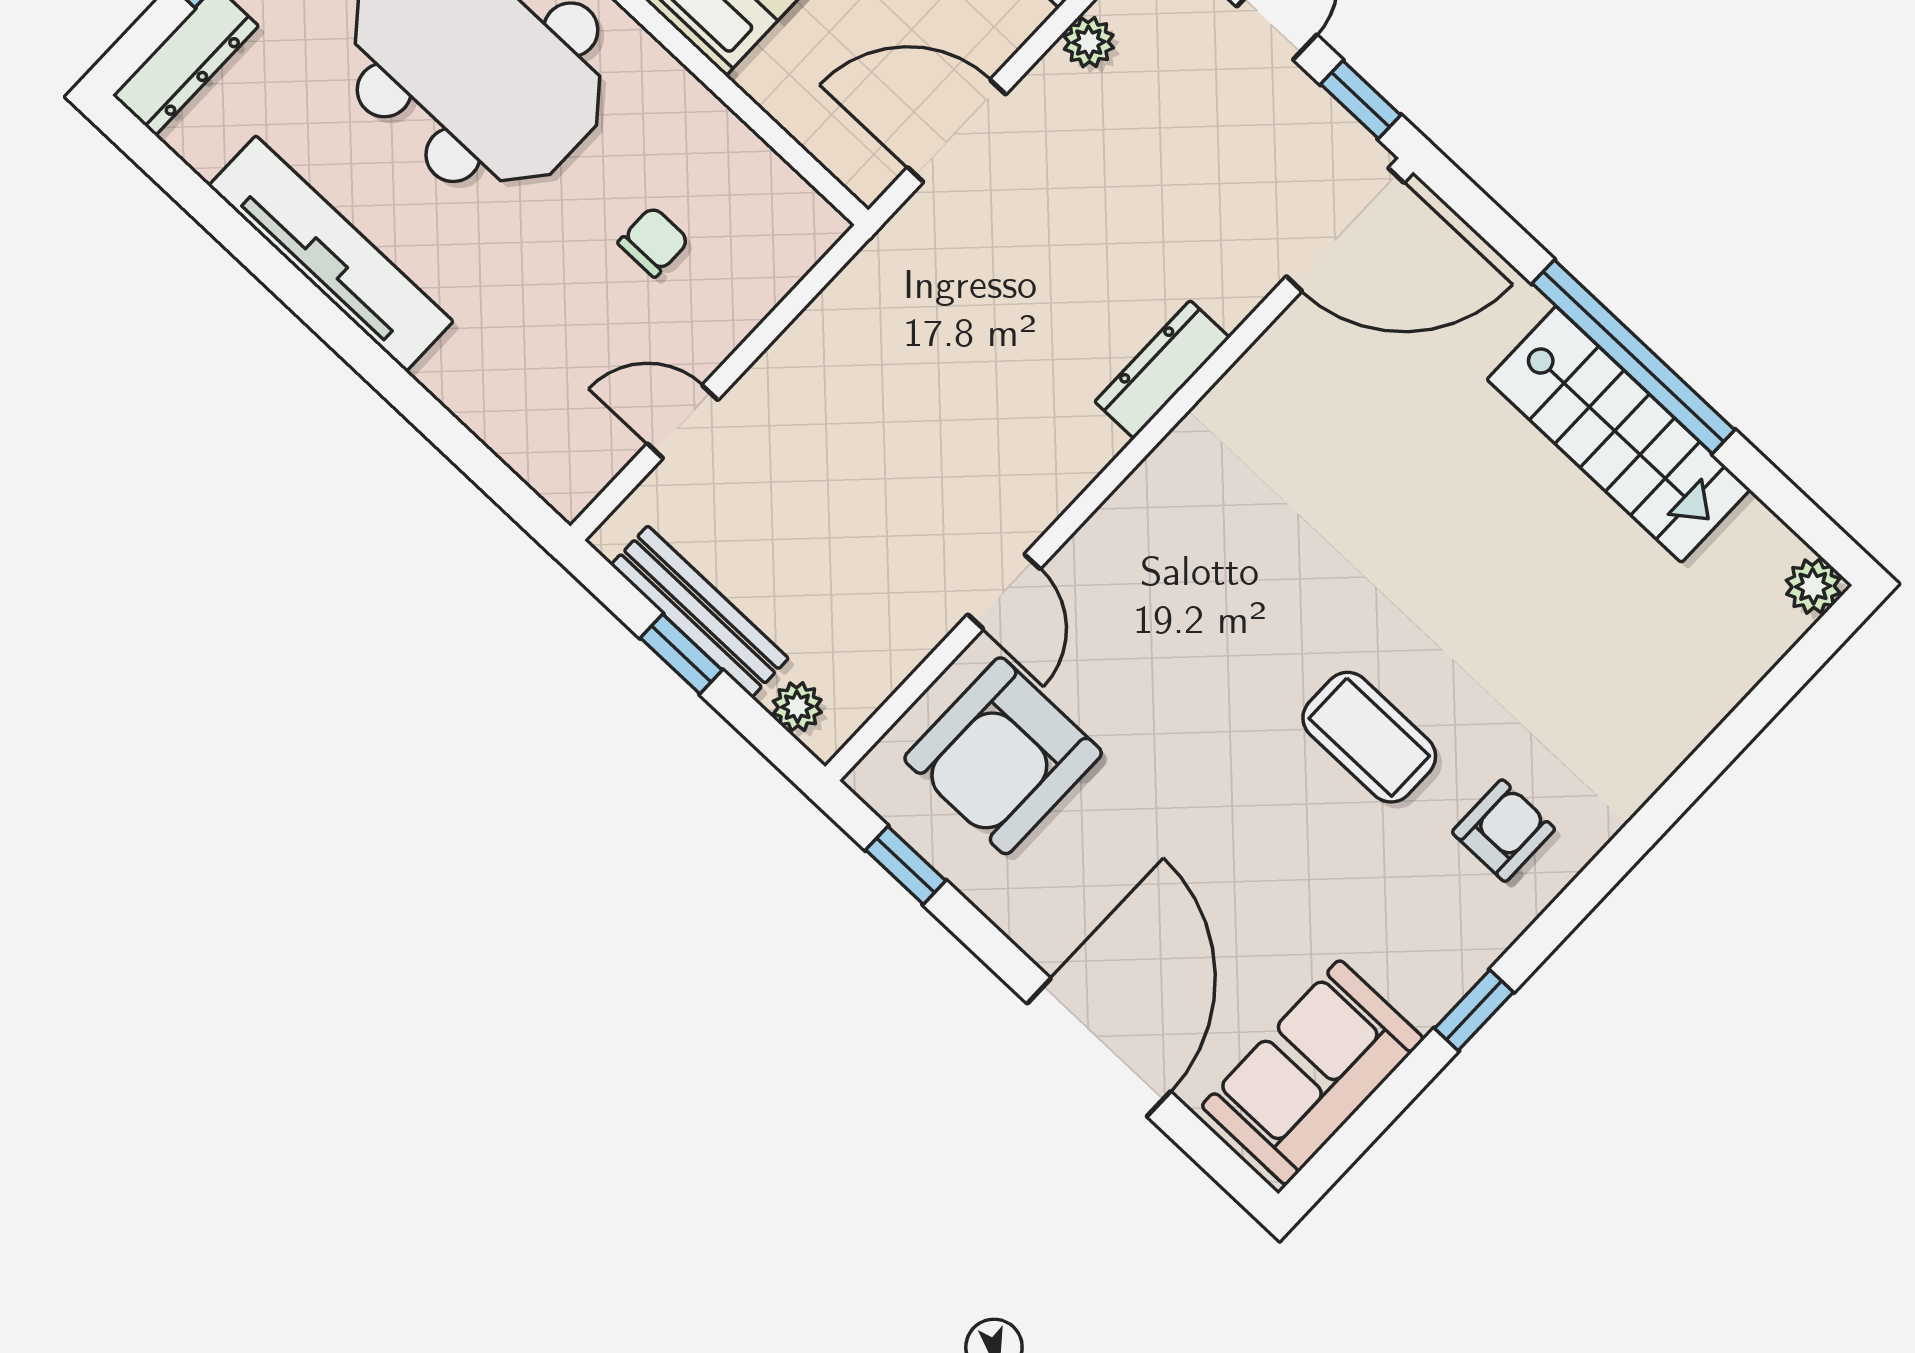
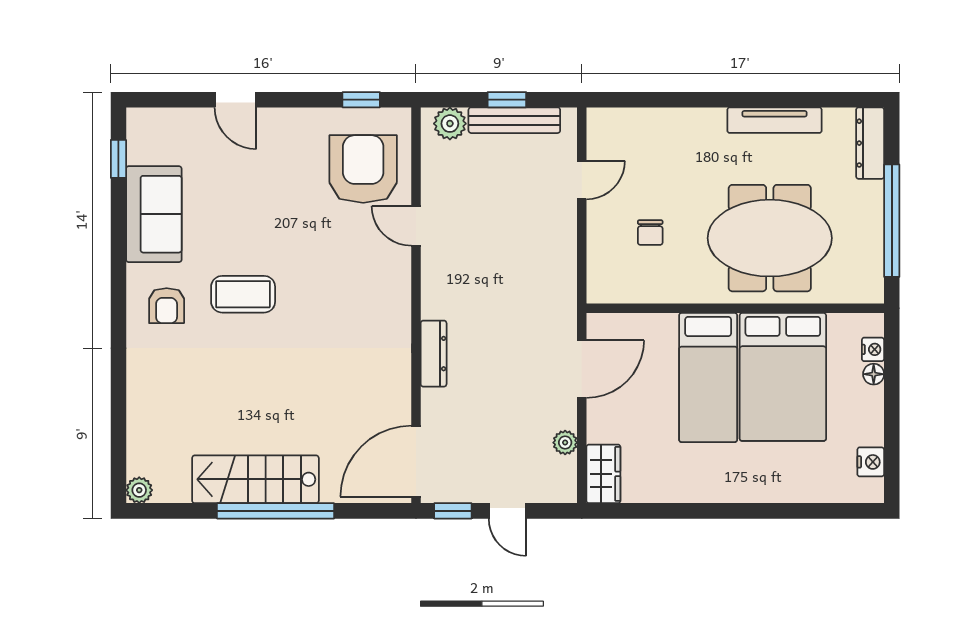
tv unit: (331, 254) -> (774, 120), width x0.73, depth x0.78
plant: (797, 707) -> (450, 124), width x1.38, depth x1.38
window: (1474, 1010) -> (118, 159), moved
door: (1099, 1047) -> (236, 100), width x0.53
sofa: (1313, 1072) -> (154, 214), moved

